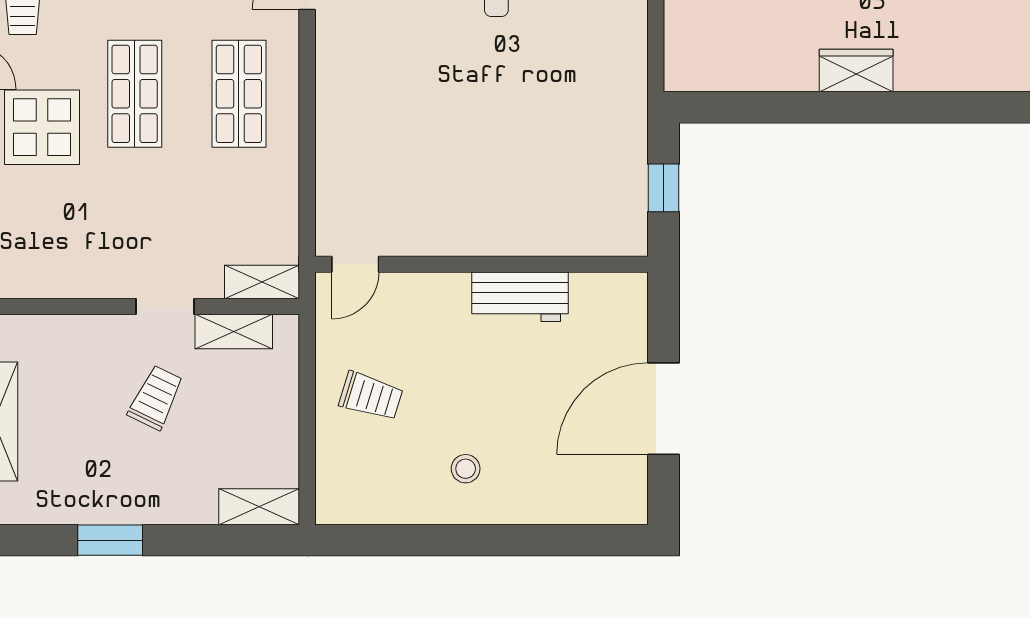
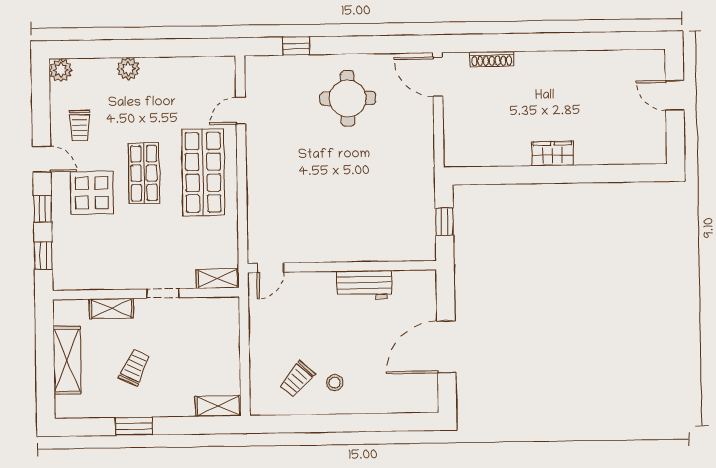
shop shelf: (239, 94) -> (203, 172), width x1.43, depth x1.36
shelving: (234, 331) -> (111, 308), moved
trolley: (371, 396) -> (297, 379), moved, turned 114
trolley: (156, 398) -> (135, 367), moved

